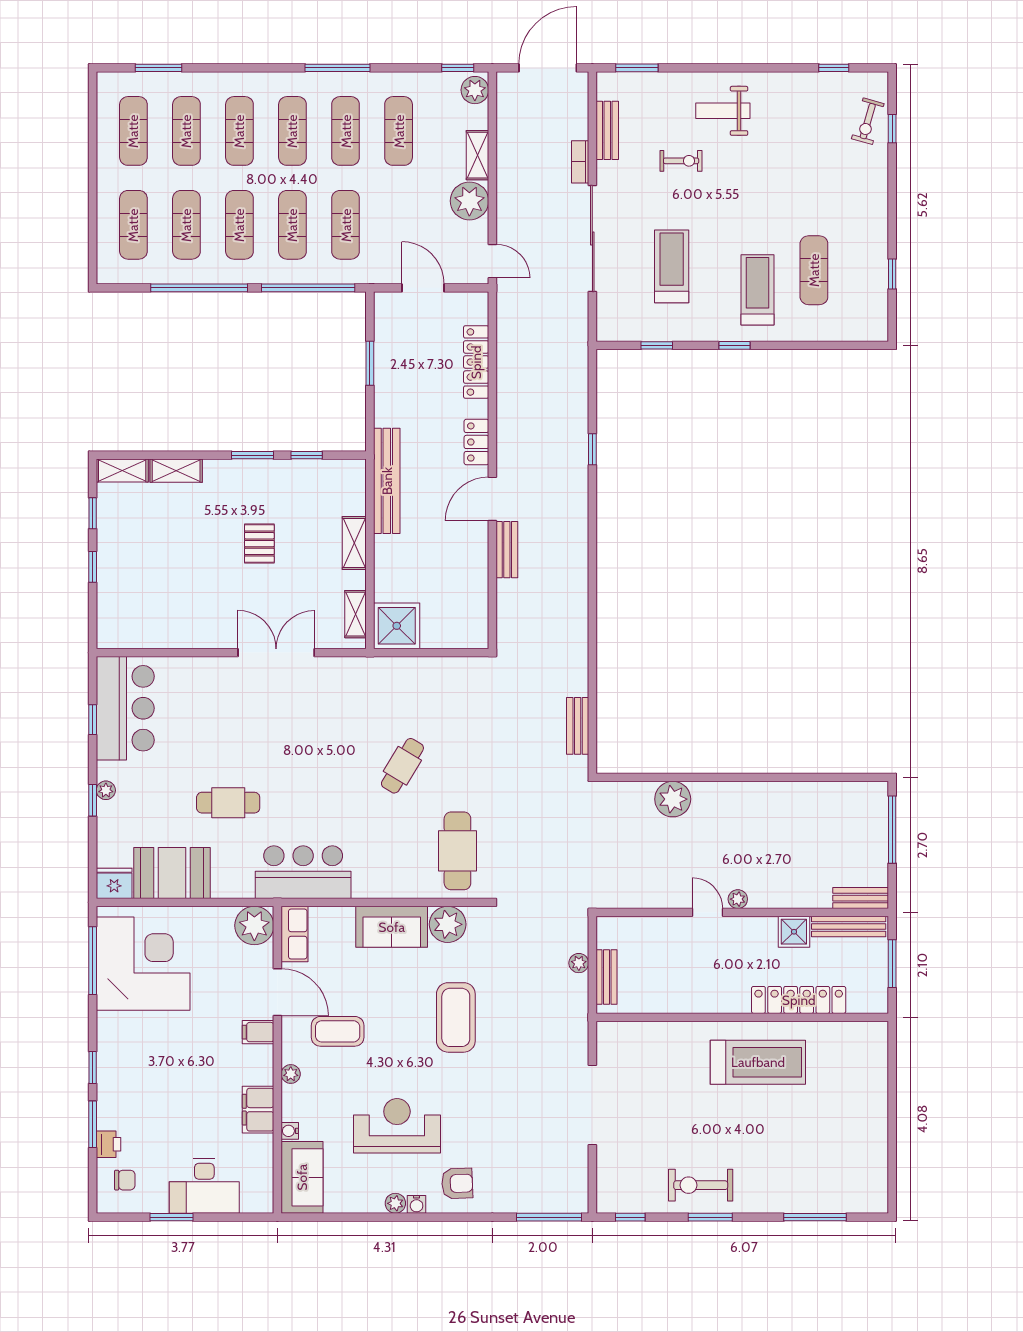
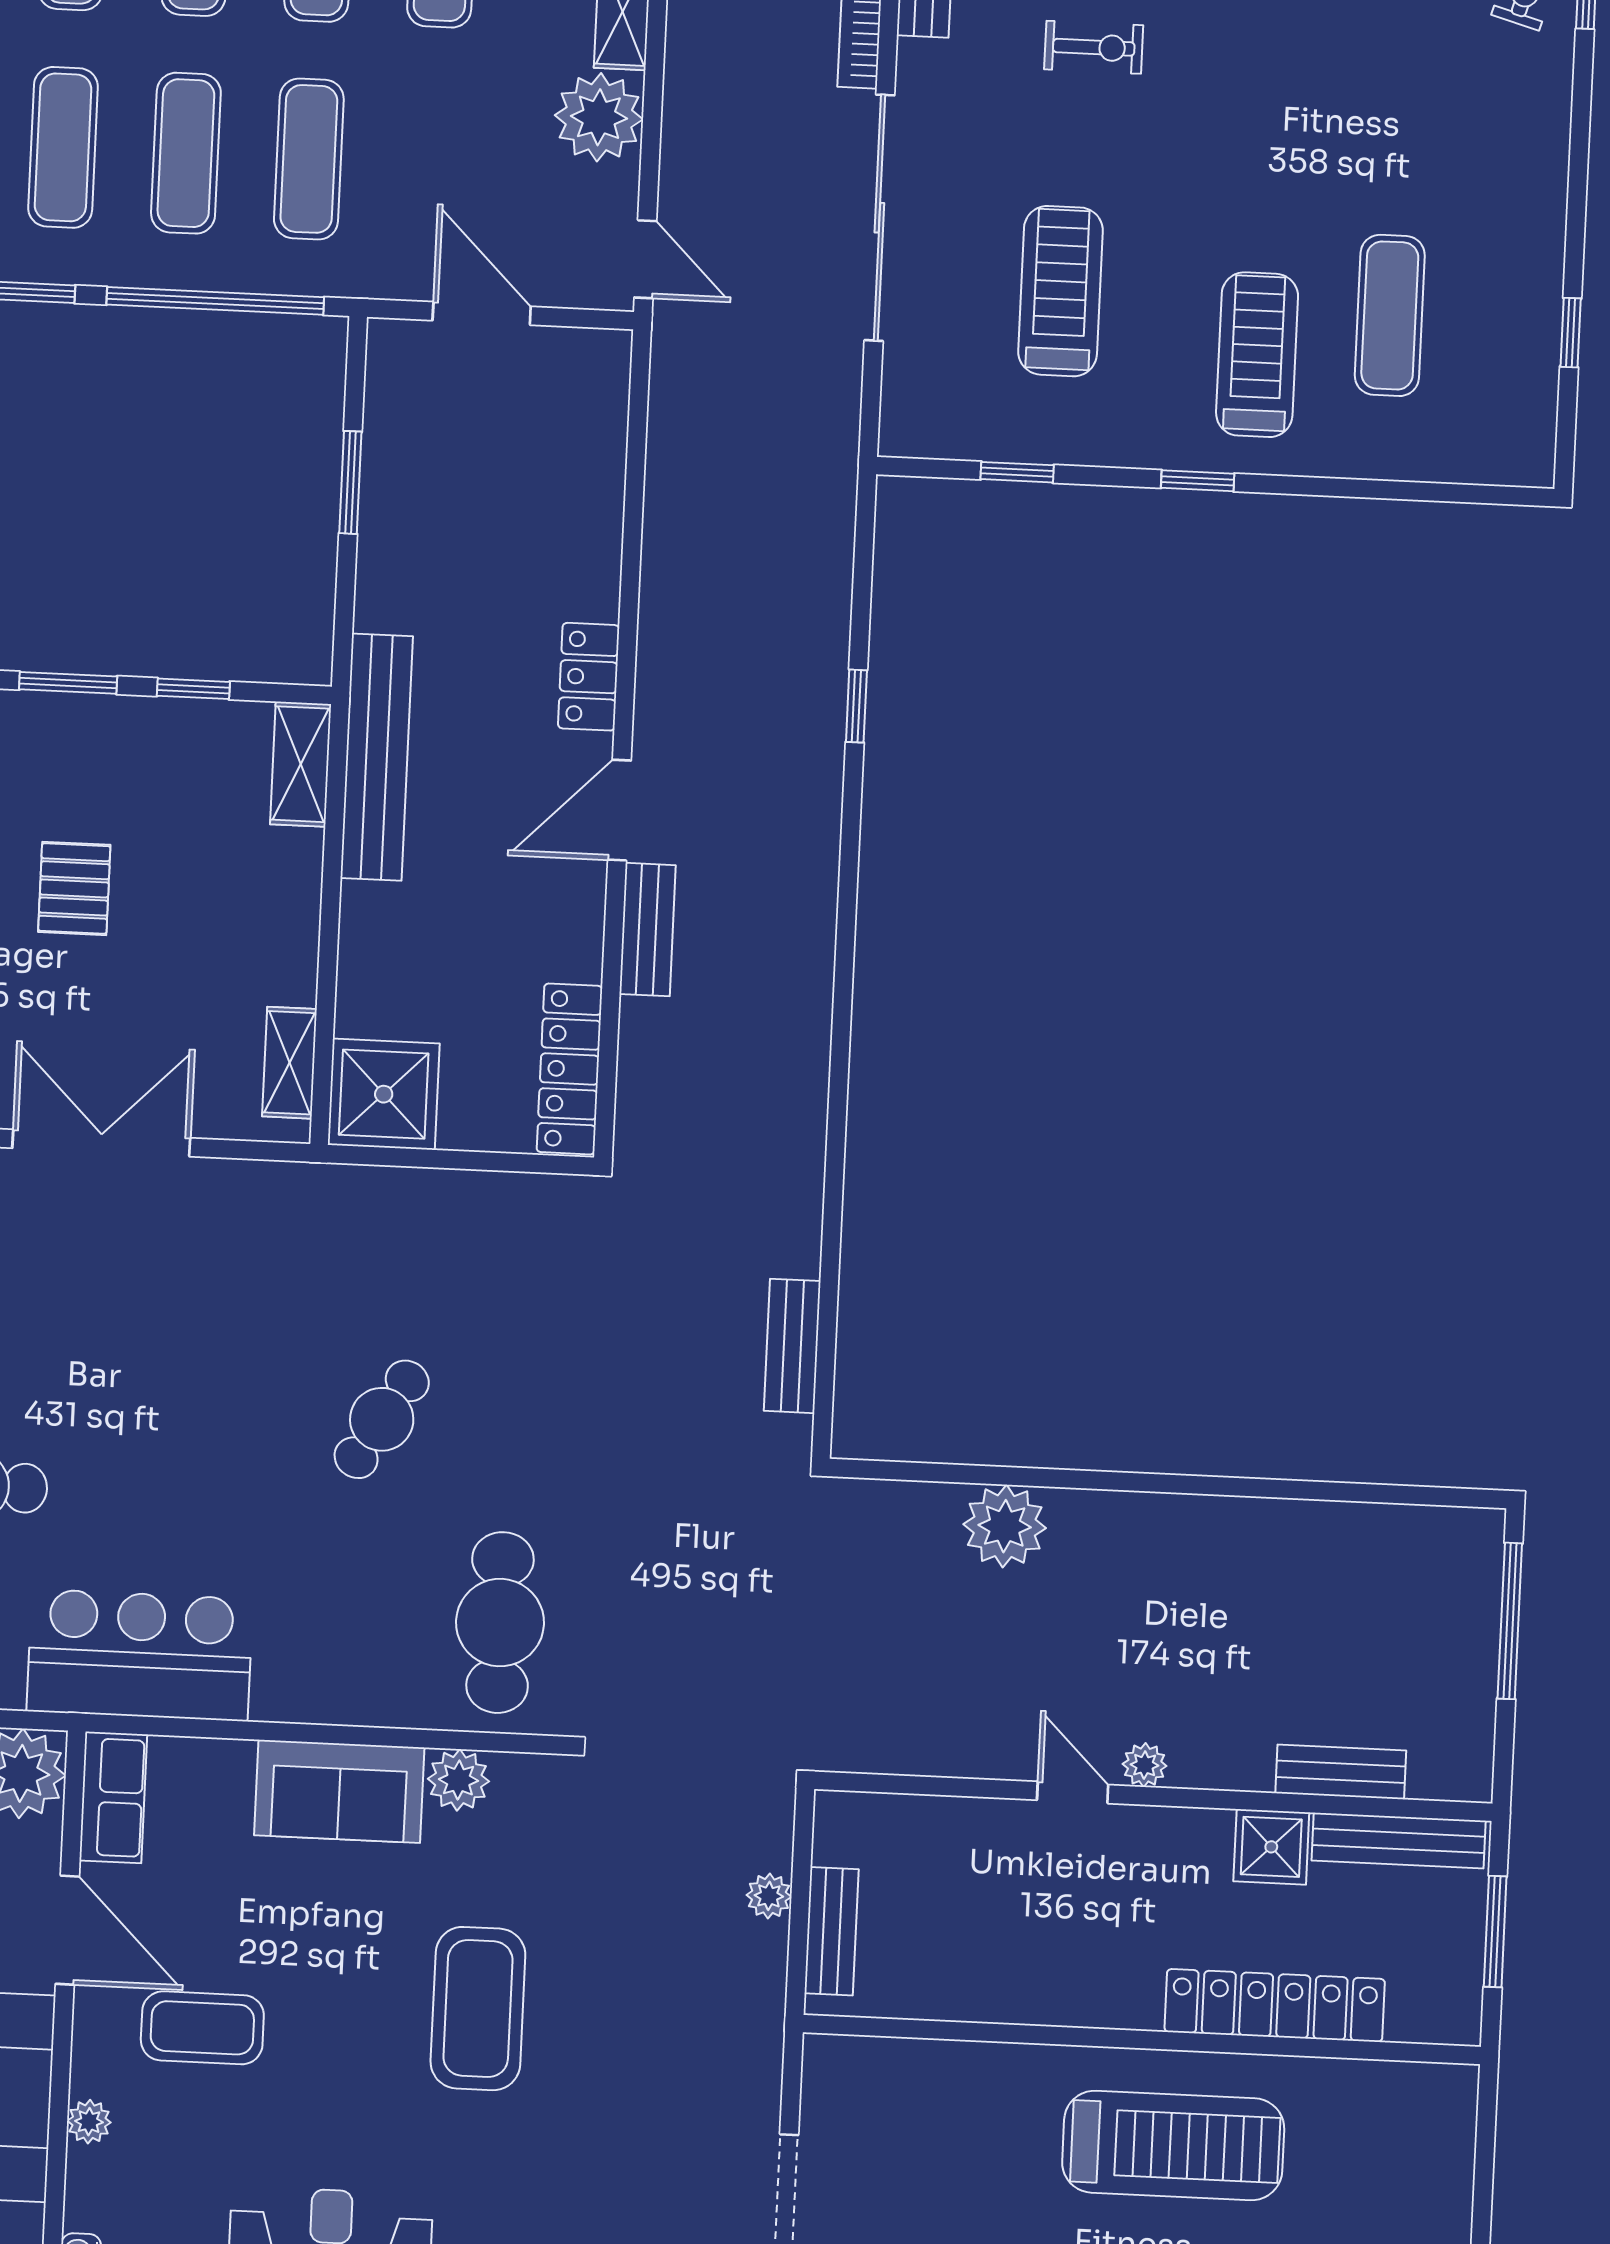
locker: (476, 362) -> (569, 1069), moved
shelving: (354, 543) -> (301, 764), moved
bench: (861, 898) -> (1341, 1772), moved
plant: (448, 924) -> (458, 1780), width x0.73, depth x0.73

